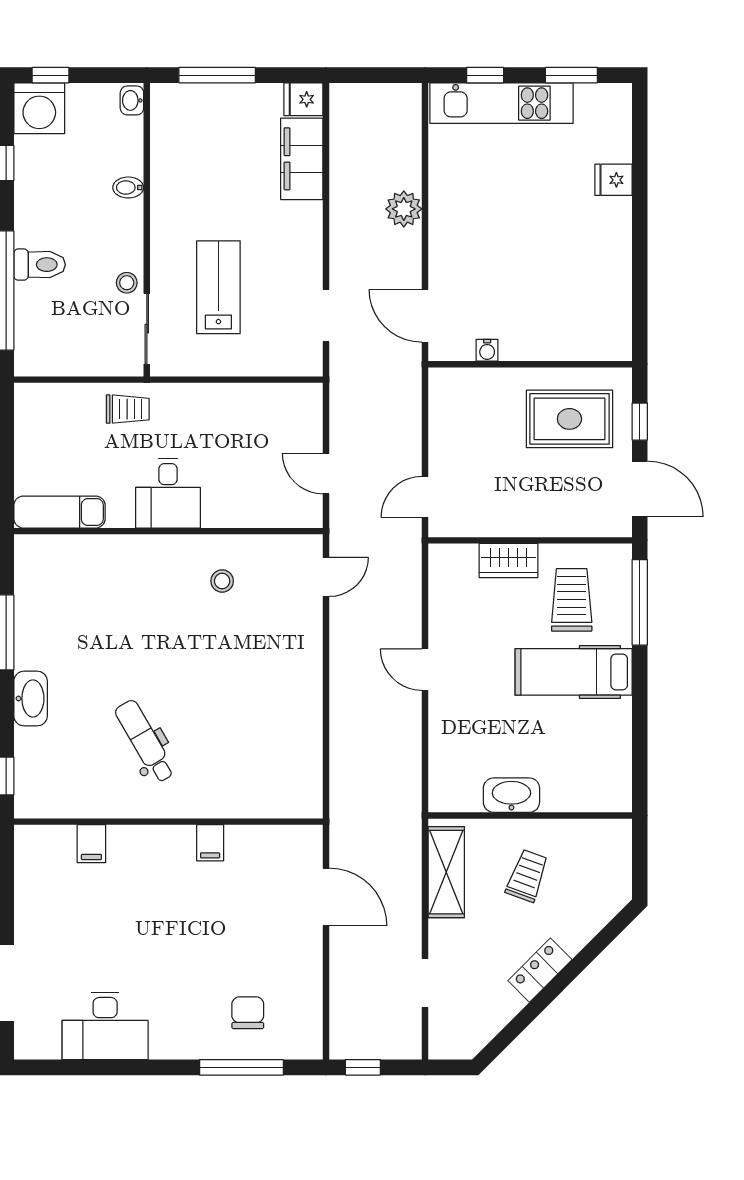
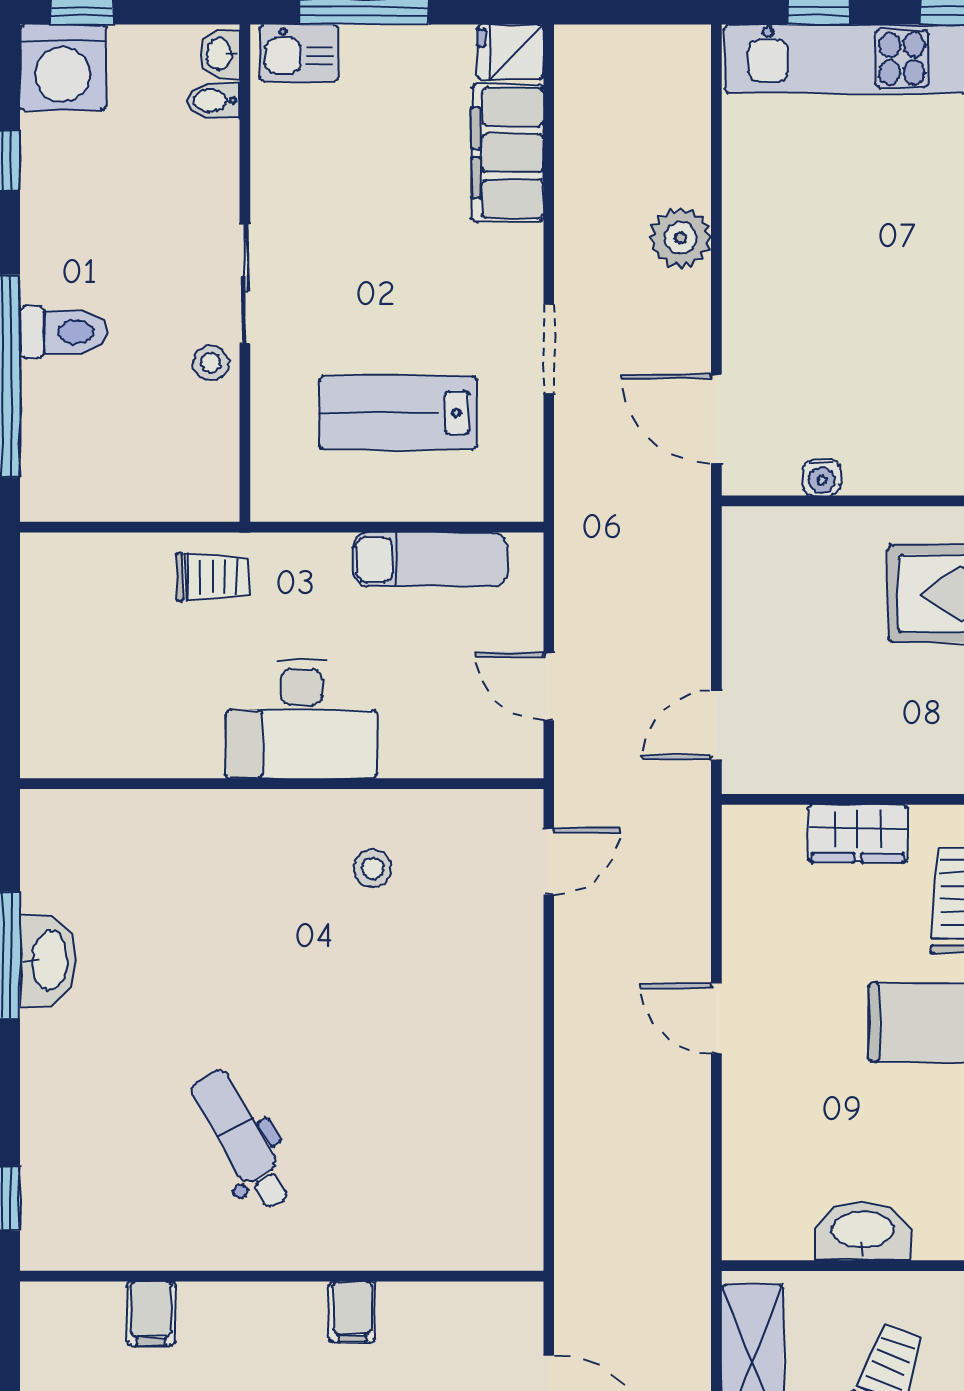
kitchen sink: (179, 100) -> (299, 53), added
bidet: (128, 187) -> (214, 101), moved
lab bench: (218, 287) -> (398, 413), moved, turned -90
doorway: (326, 315) -> (549, 349), moved
sliding door: (147, 329) -> (245, 284), moved
desk: (168, 493) -> (301, 719), width x1.37
exam couch: (59, 512) -> (430, 559), moved, turned 180
washbasin: (31, 699) -> (48, 960), moved

